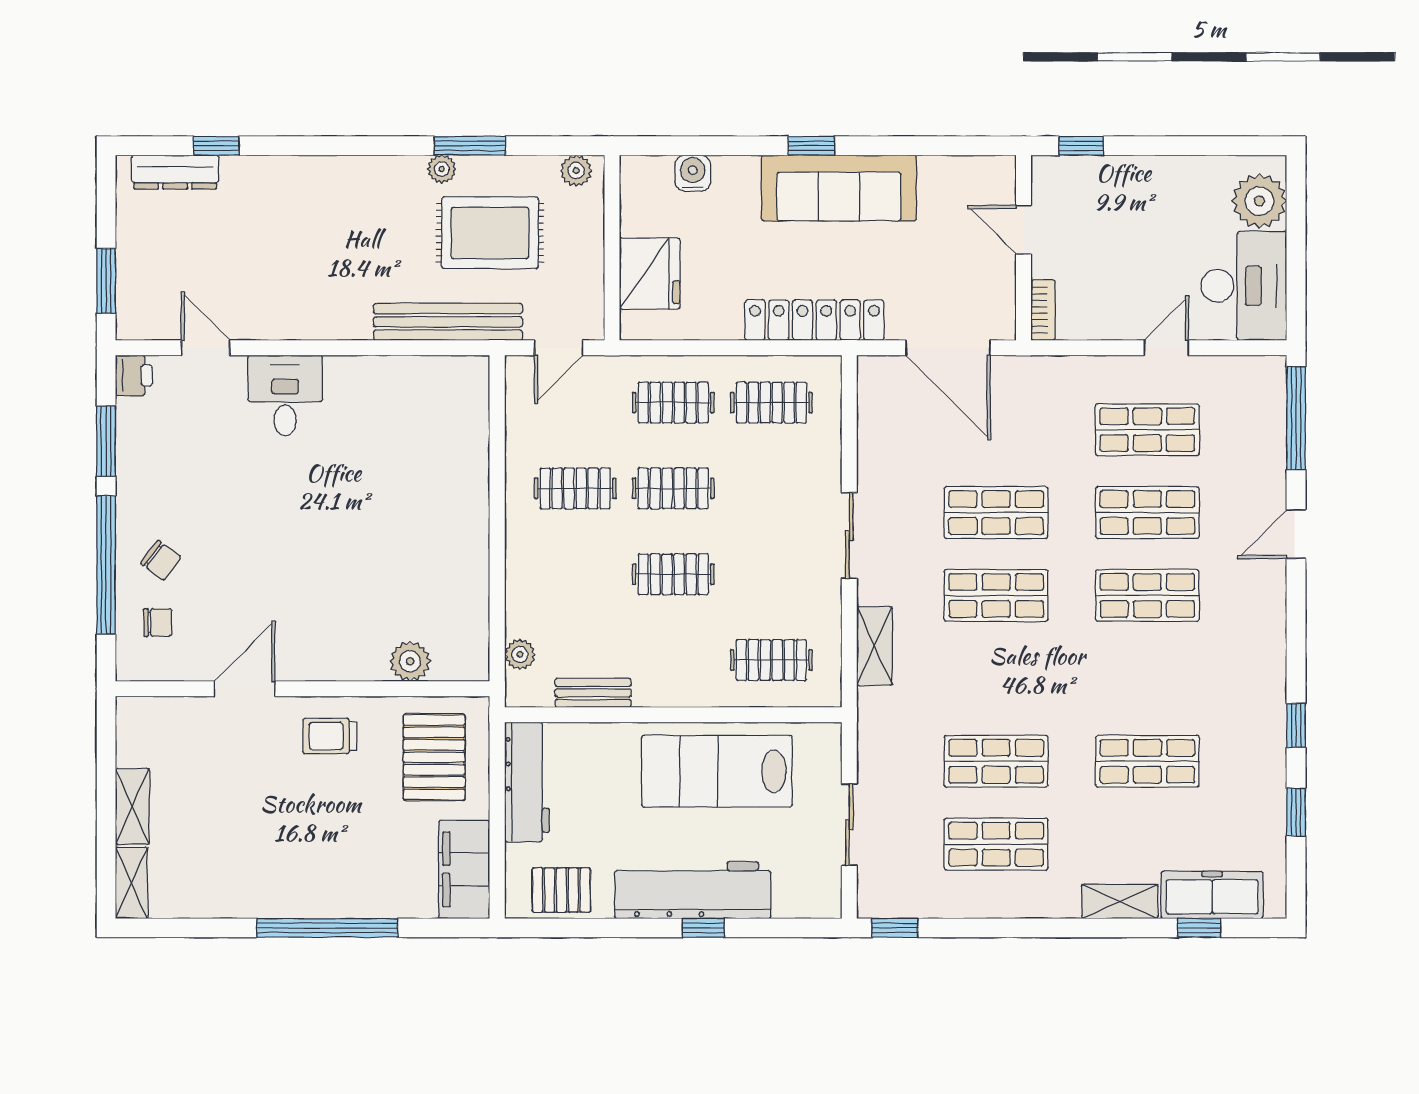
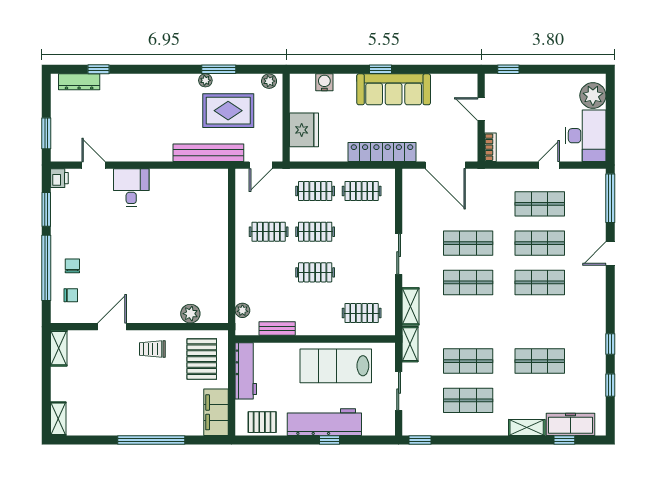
chair: (161, 560) -> (72, 266), turned -127
shelving: (873, 726) -> (410, 344), added
shelving: (132, 806) -> (59, 348), moved

